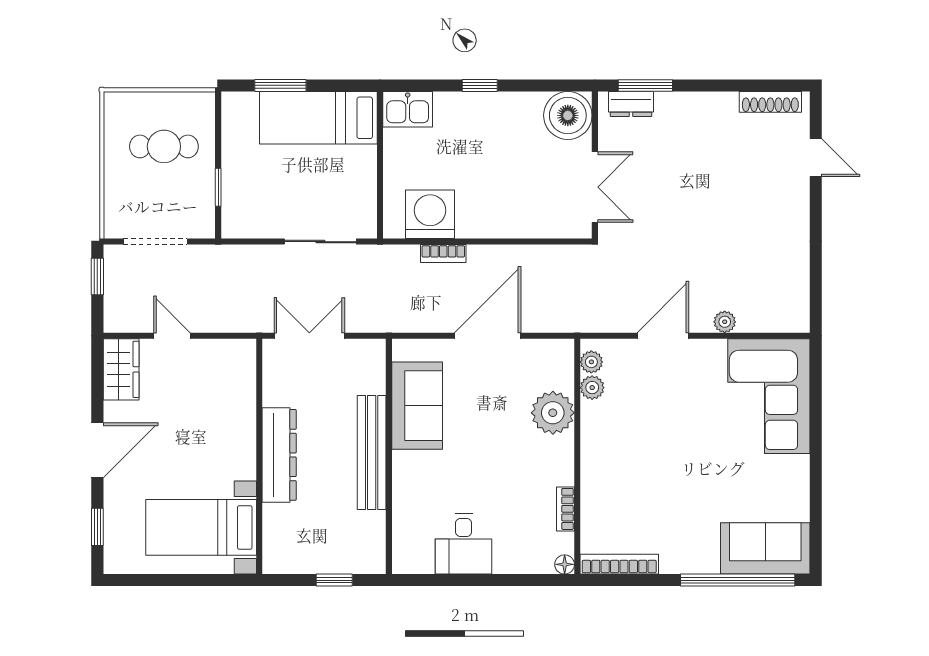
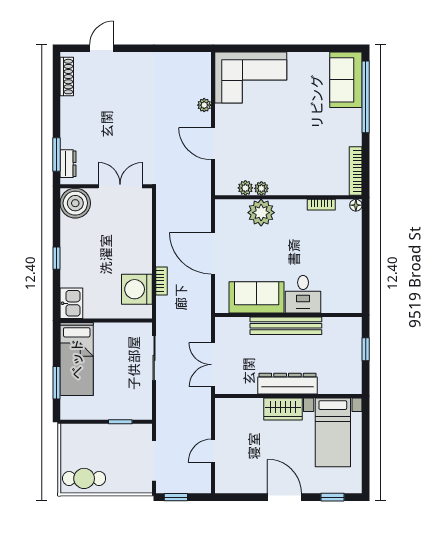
cafe table: (164, 146) -> (84, 478), moved, turned 90
plant: (591, 362) -> (261, 188), moved
wardrobe: (121, 369) -> (283, 409), moved, turned 180
desk: (464, 544) -> (303, 294), moved, turned 90

